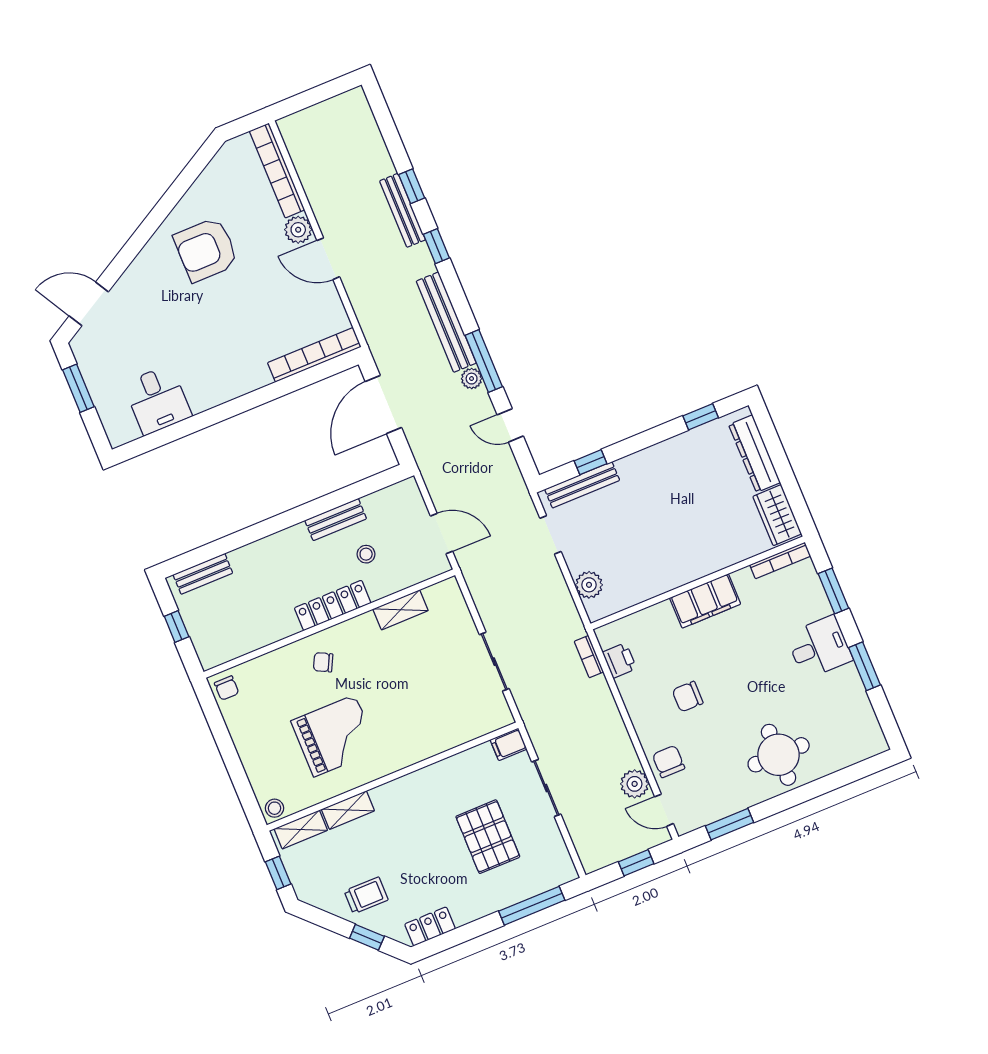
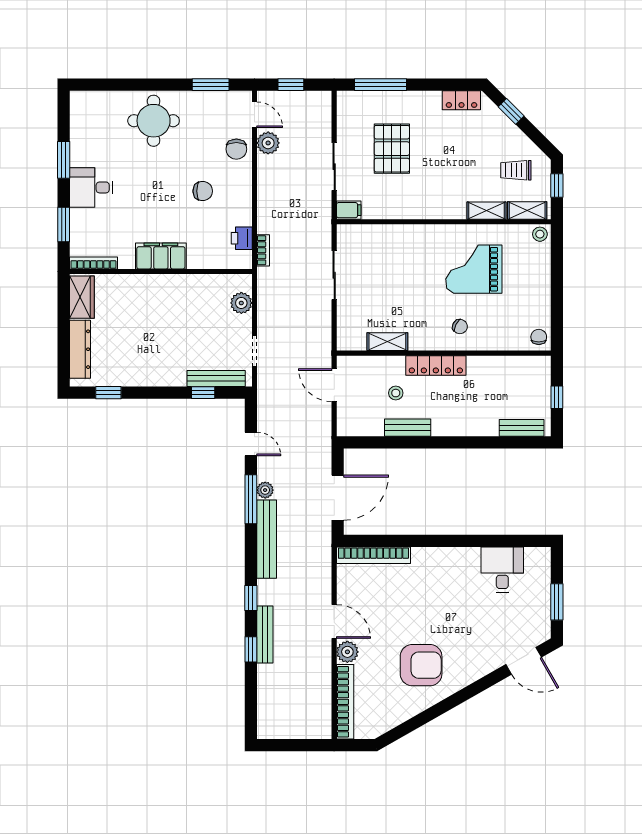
trolley: (366, 895) -> (516, 170), moved

